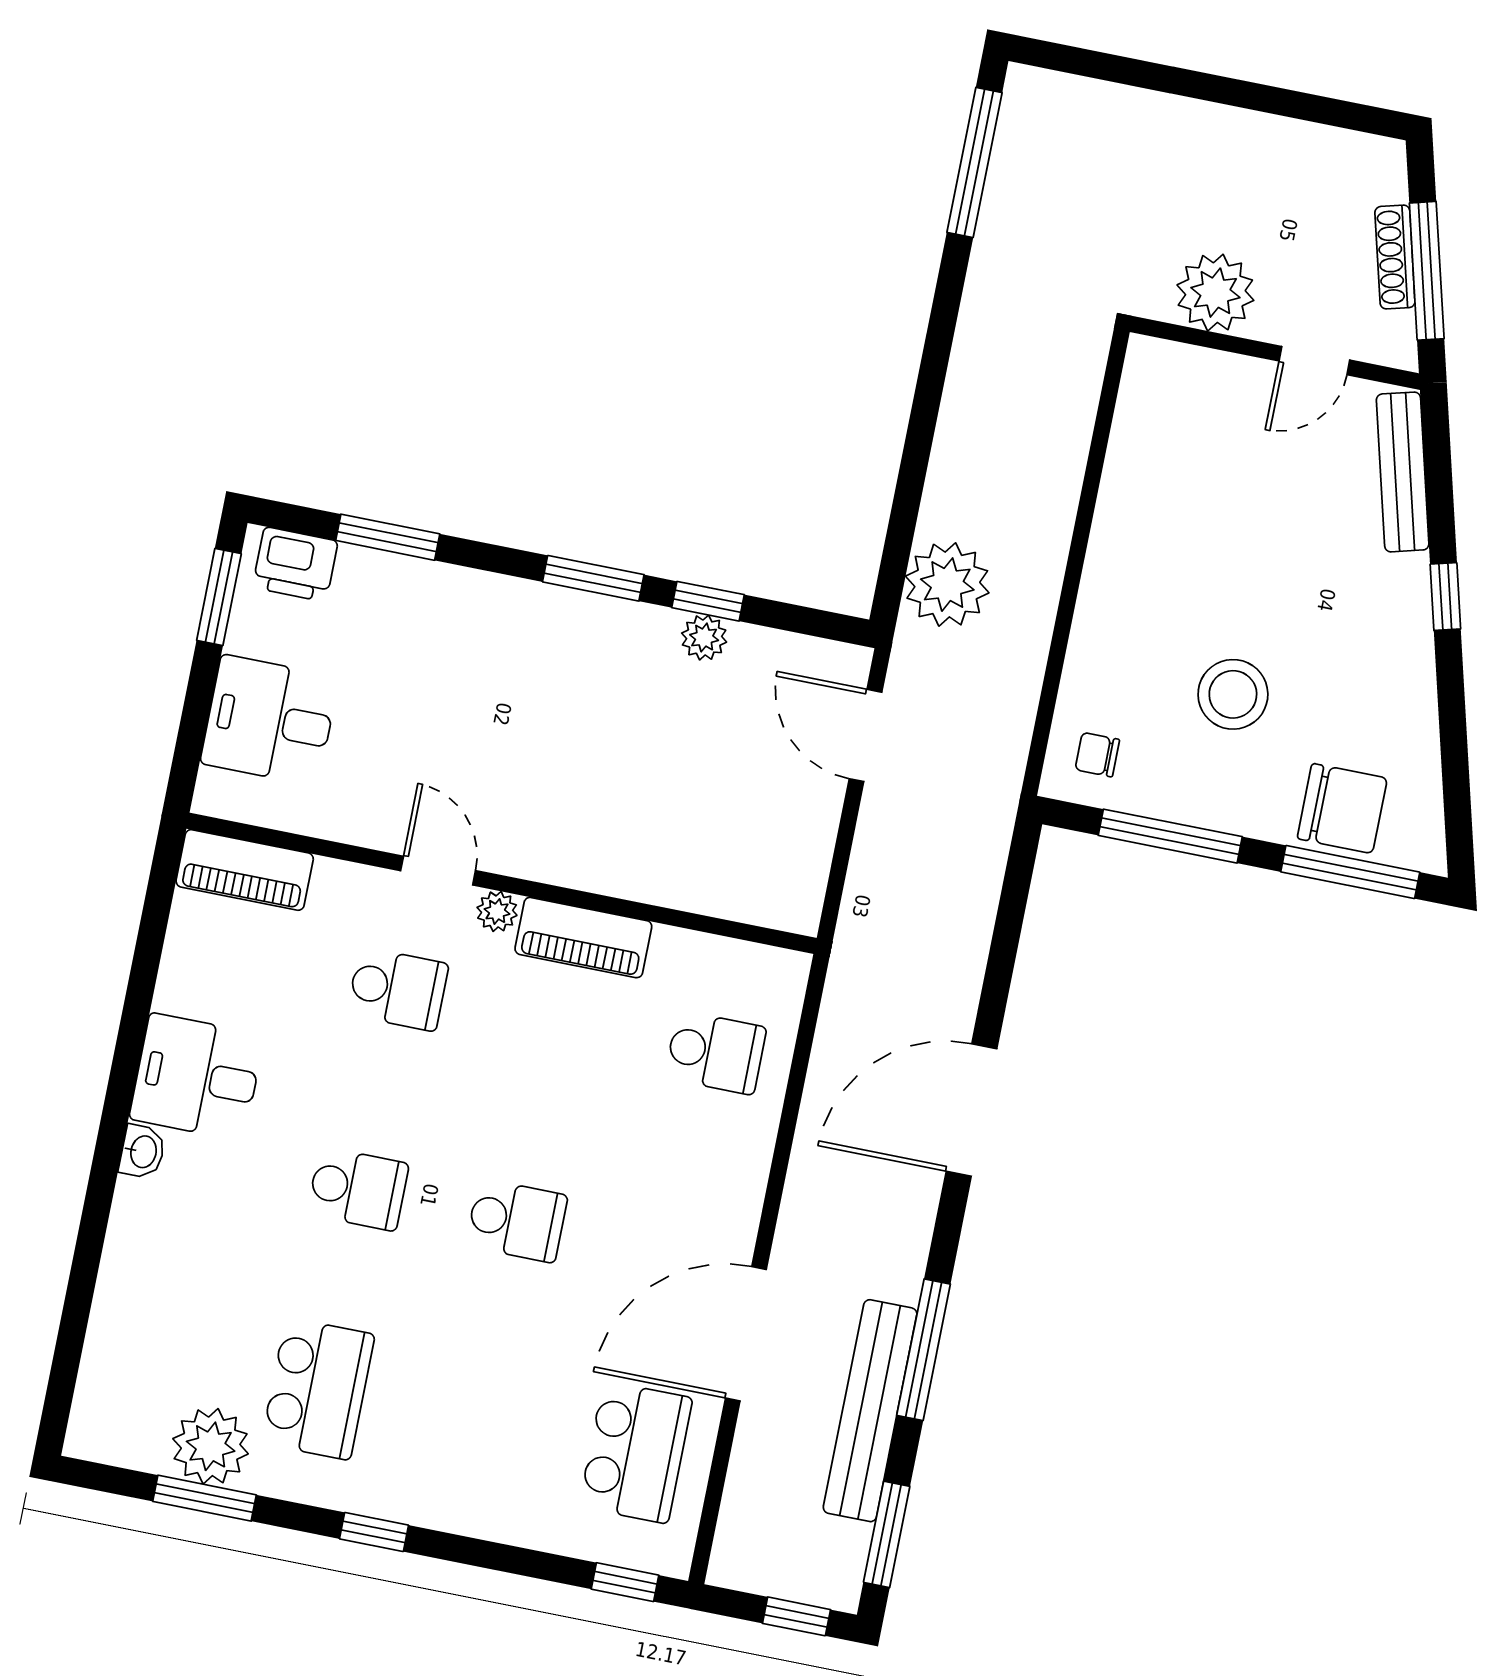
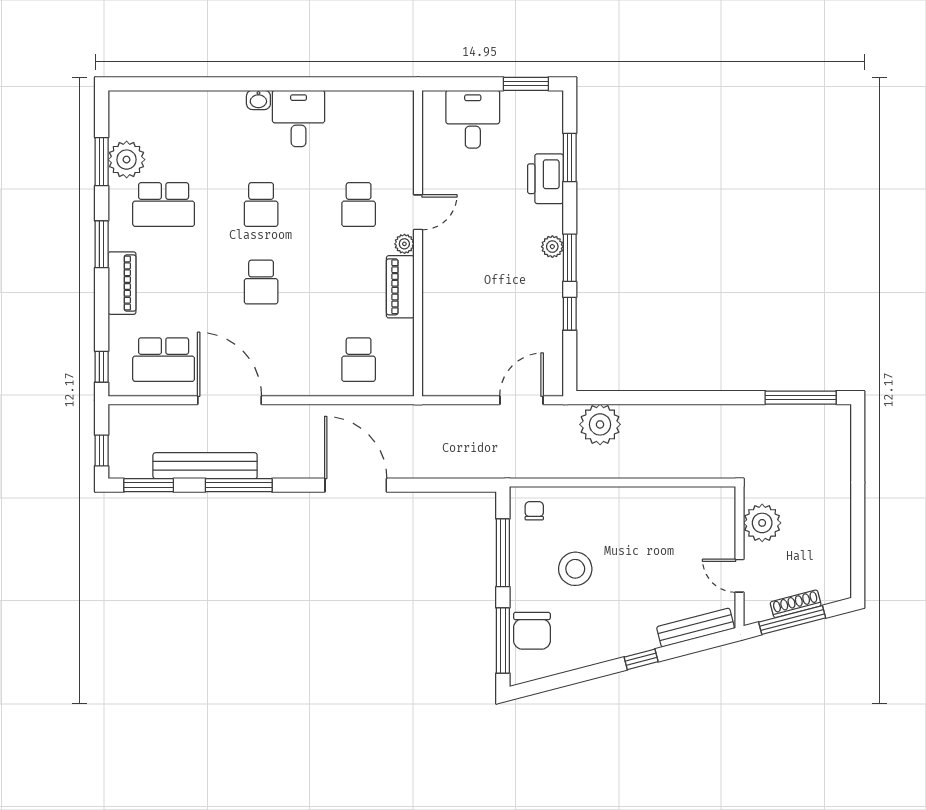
printer: (295, 564) -> (545, 179), moved, width x1.37, depth x1.19
plant: (704, 638) -> (552, 247), moved
piano: (245, 870) -> (122, 283), moved, turned 180
window: (374, 1532) -> (102, 244), width x1.50

